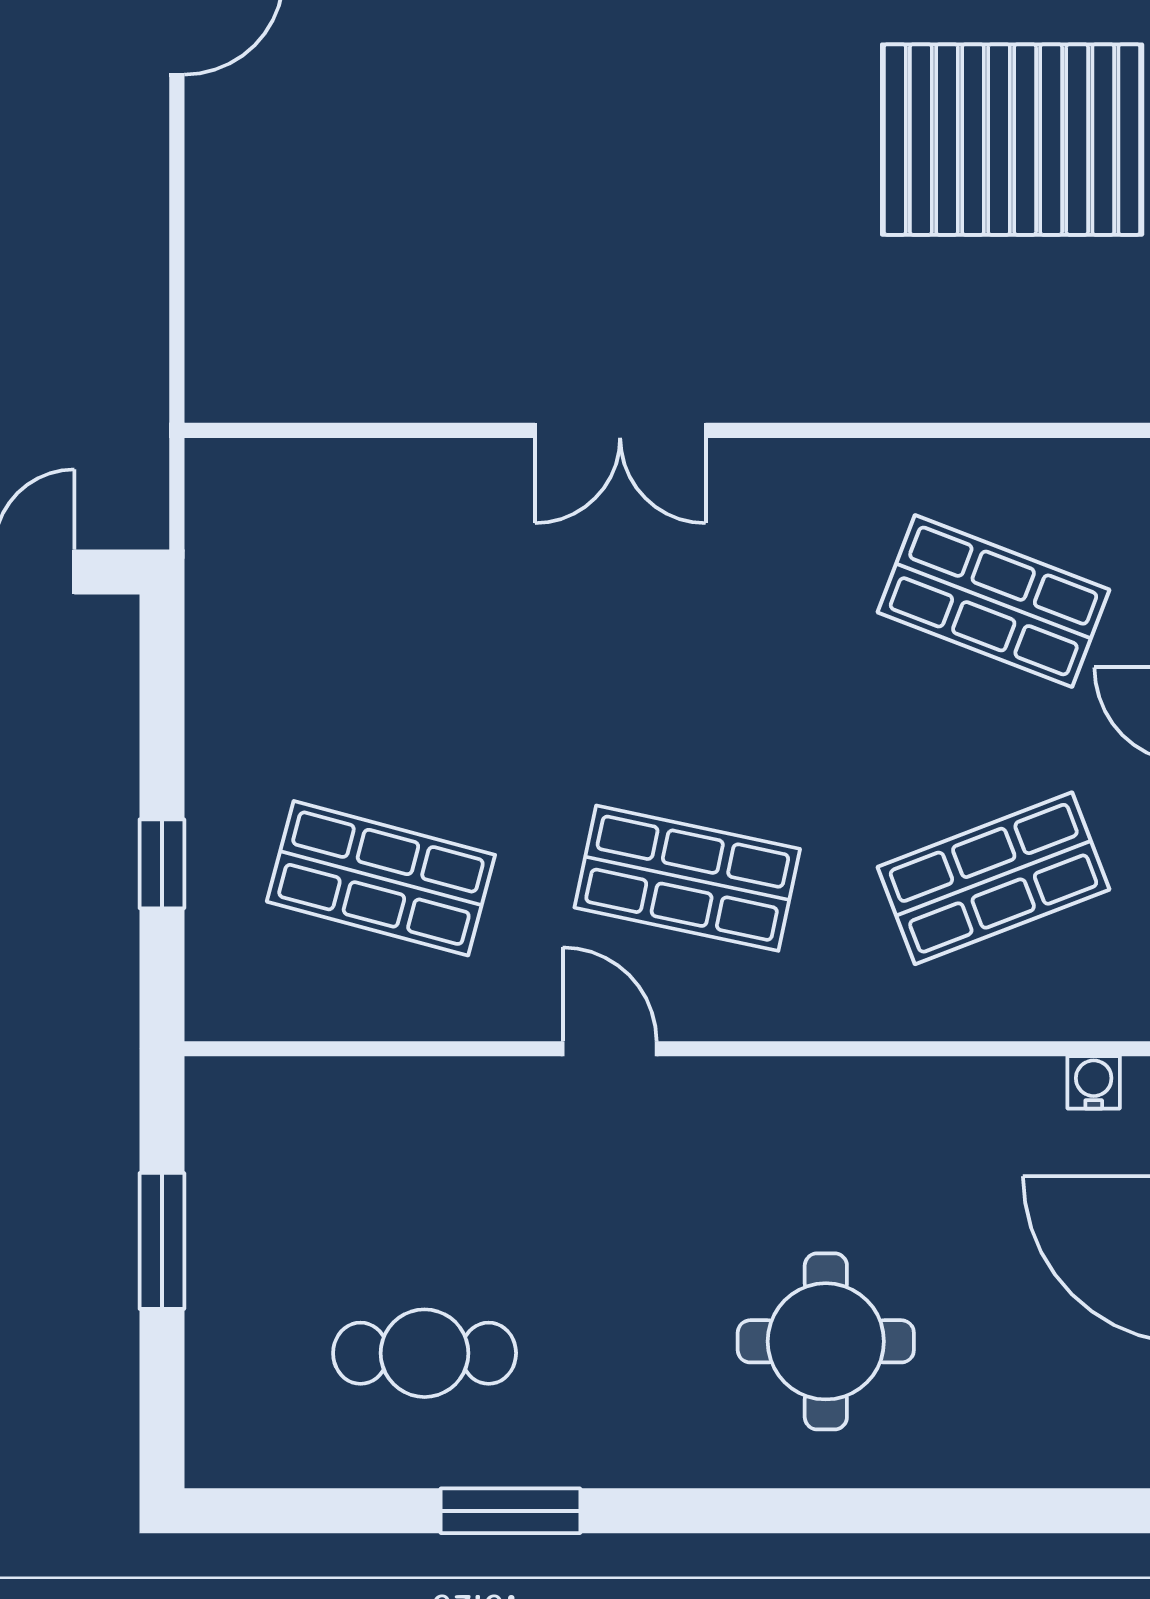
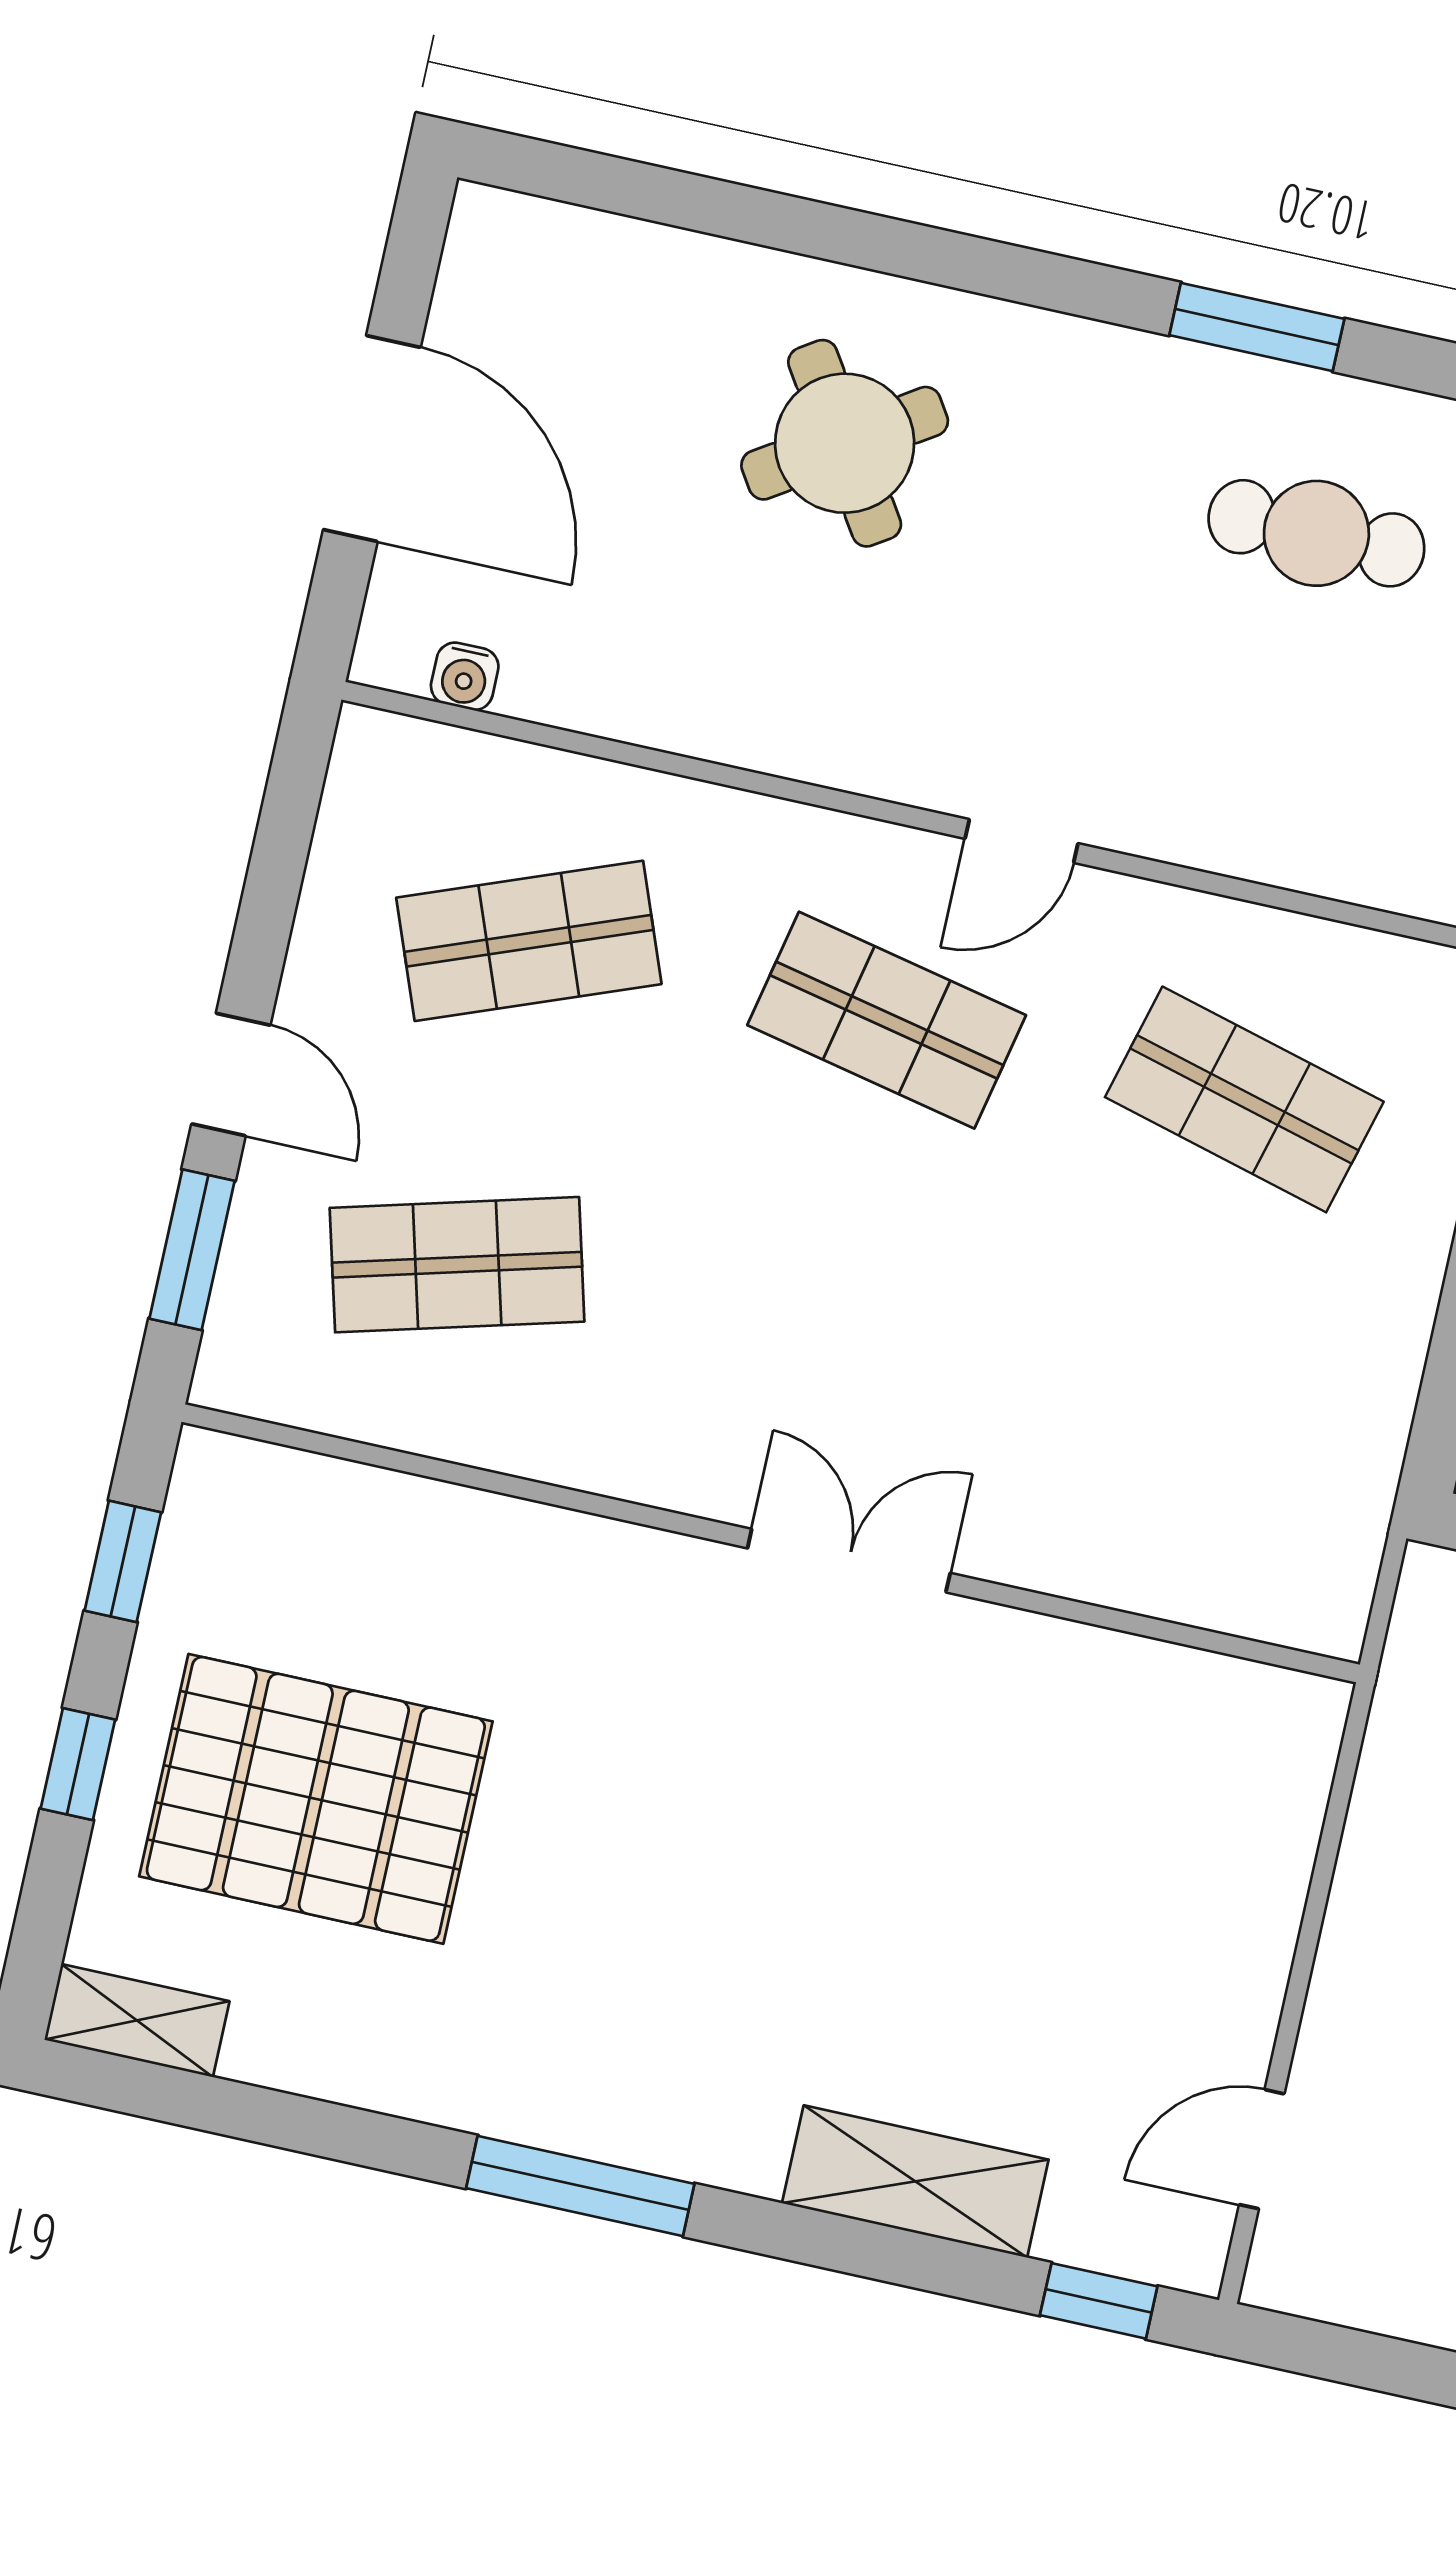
shop shelf: (993, 601) -> (457, 1265), turned -36
door: (610, 1049) -> (1021, 841), hinge flipped
round table: (826, 1341) -> (845, 443), turned -33

